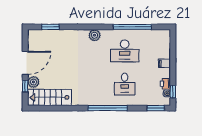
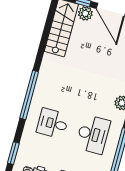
desk: (125, 51) -> (93, 134), turned 180

